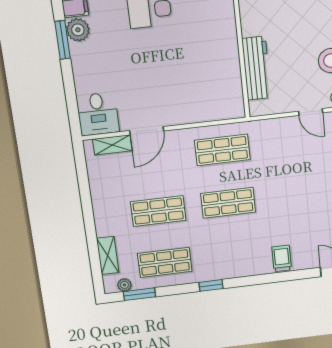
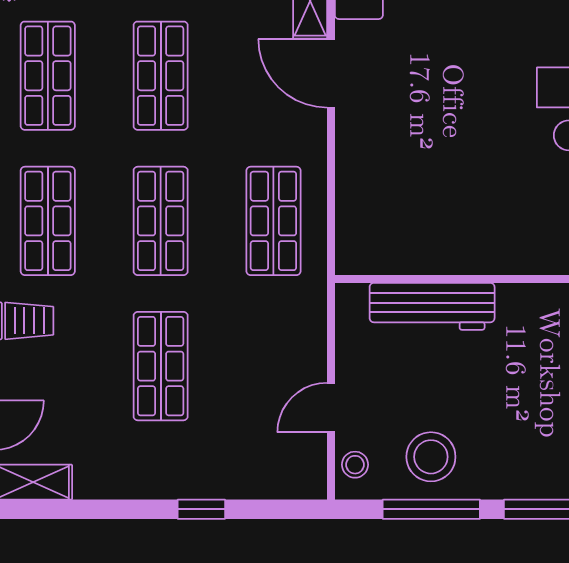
shop shelf: (297, 195) -> (161, 366), added
shop shelf: (234, 254) -> (48, 221), added

